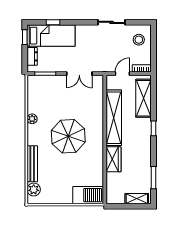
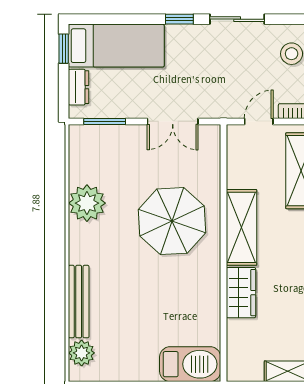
window: (53, 22) -> (179, 19), moved
shelving: (114, 118) -> (242, 227), width x0.68
plant: (32, 119) -> (87, 203), width x1.87, depth x1.87
parasol: (68, 136) -> (172, 221), moved

